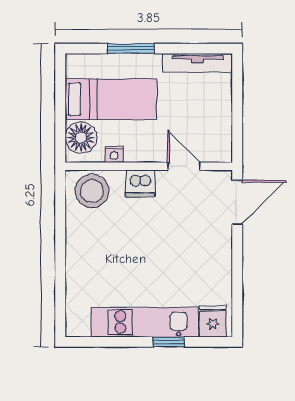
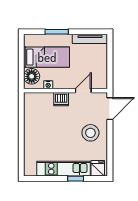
door: (184, 166) -> (83, 91), hinge flipped
stool: (92, 191) -> (90, 133), moved

